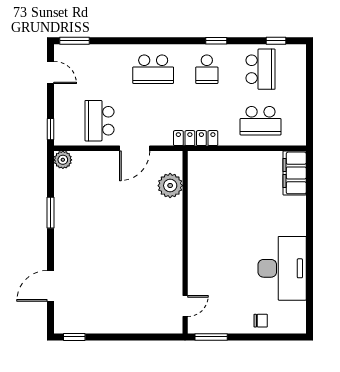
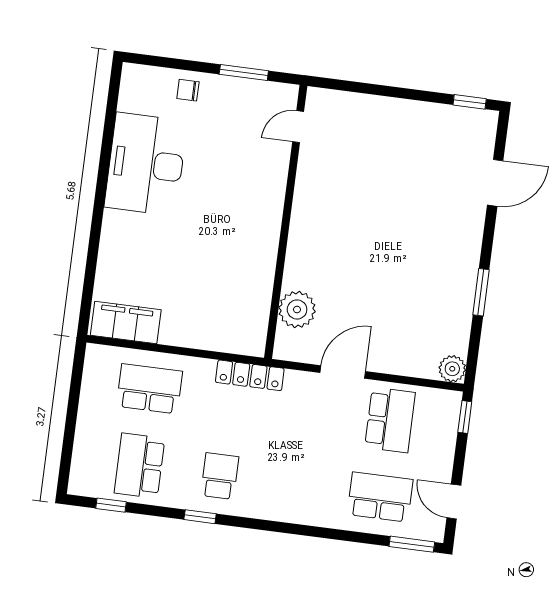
school desk: (153, 69) -> (380, 497), moved
filing cabinet: (295, 173) -> (126, 322), moved, turned -90
window: (211, 337) -> (244, 73), moved

